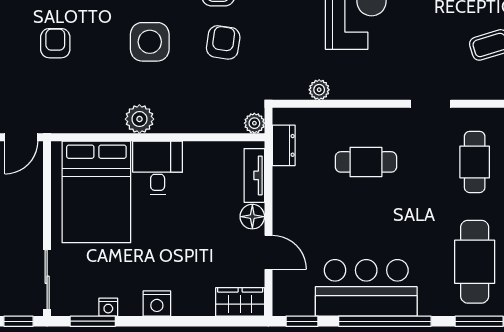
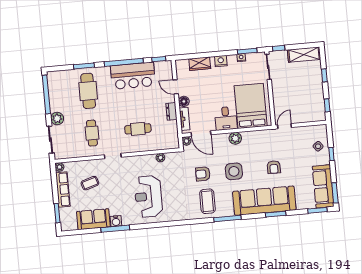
armchair: (223, 42) -> (203, 174), turned 82
door: (219, 137) -> (201, 134), added
dresser: (284, 145) -> (171, 111), moved
wardrobe: (240, 302) -> (200, 64), moved

